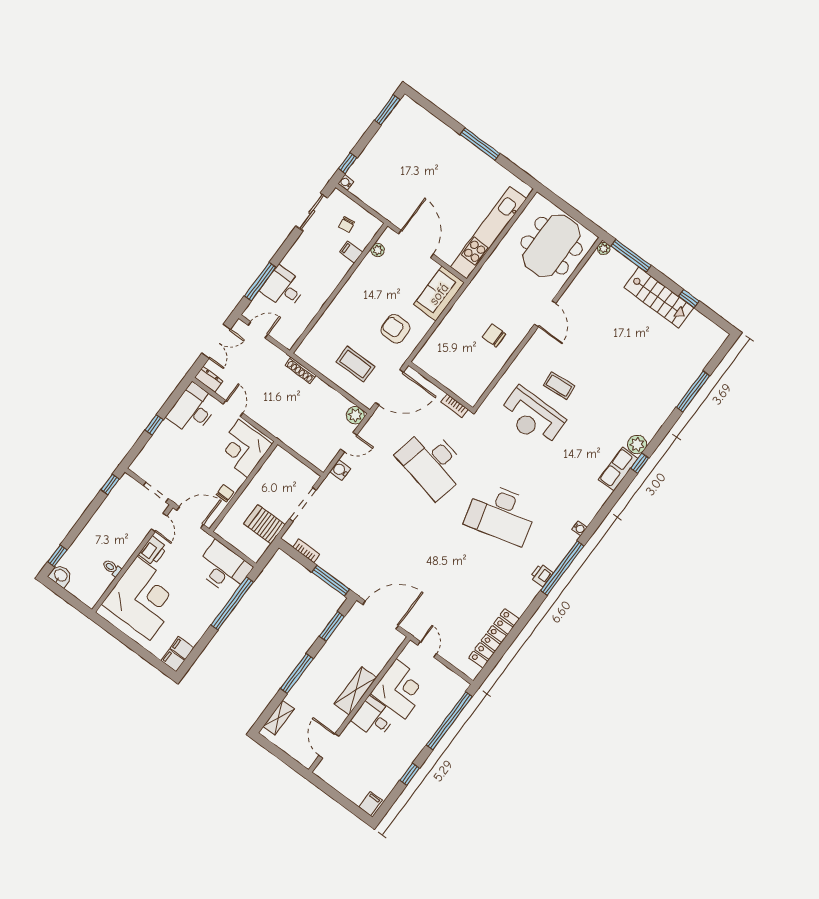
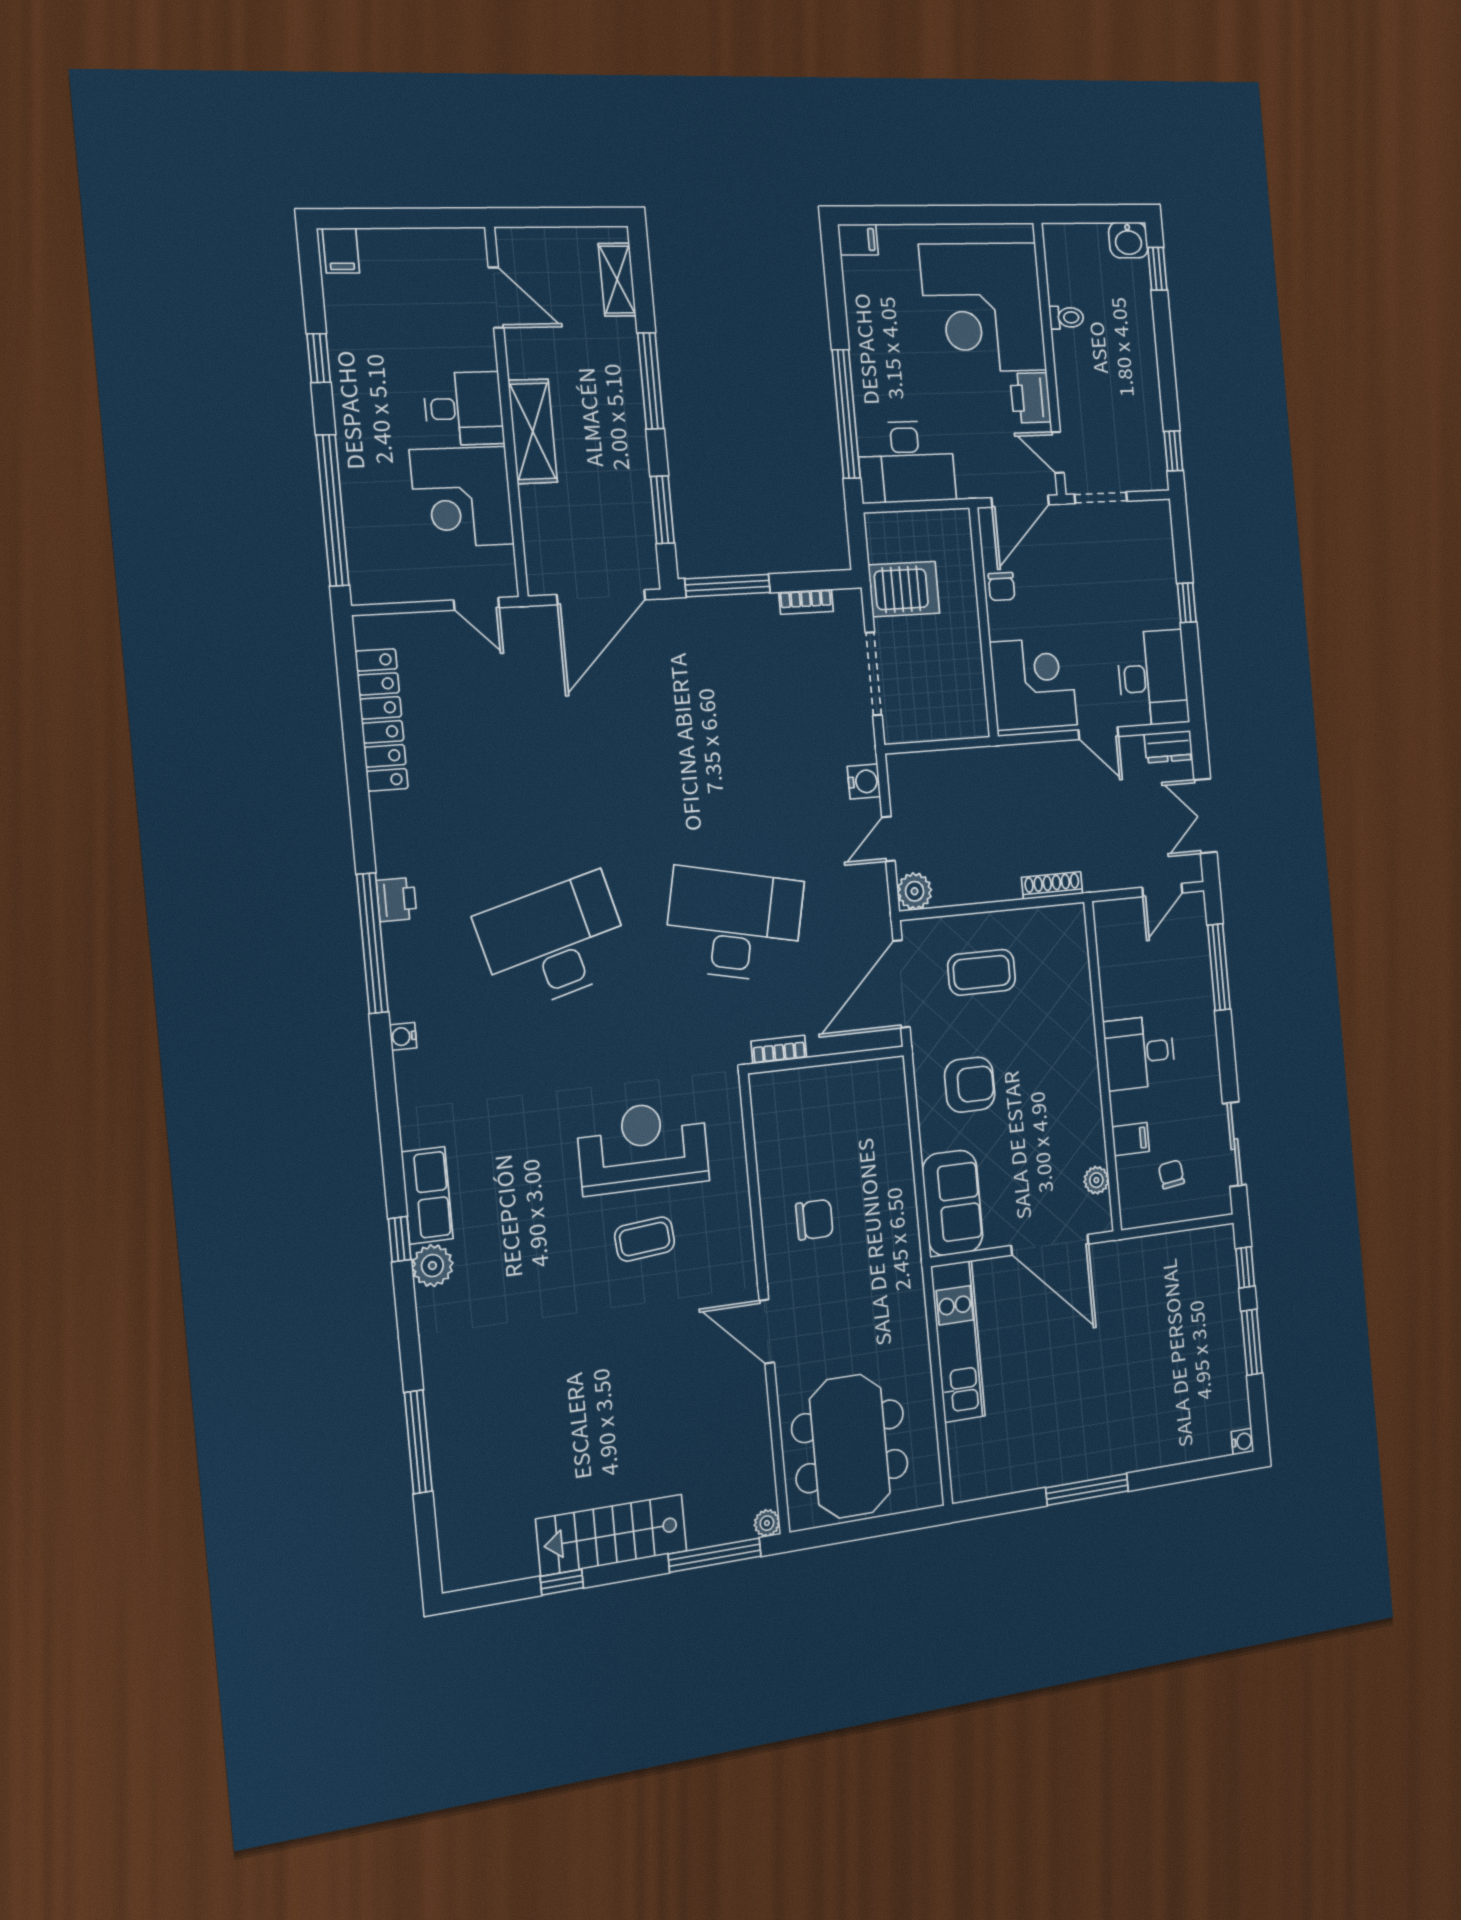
window: (387, 110) -> (1252, 1342), moved
water cooler: (346, 183) -> (1242, 1442), moved
kitchen unit: (488, 233) -> (958, 1341), width x0.73
desk: (283, 288) -> (1139, 1053), moved, turned 180
filing cabinet: (182, 648) -> (861, 273), removed

